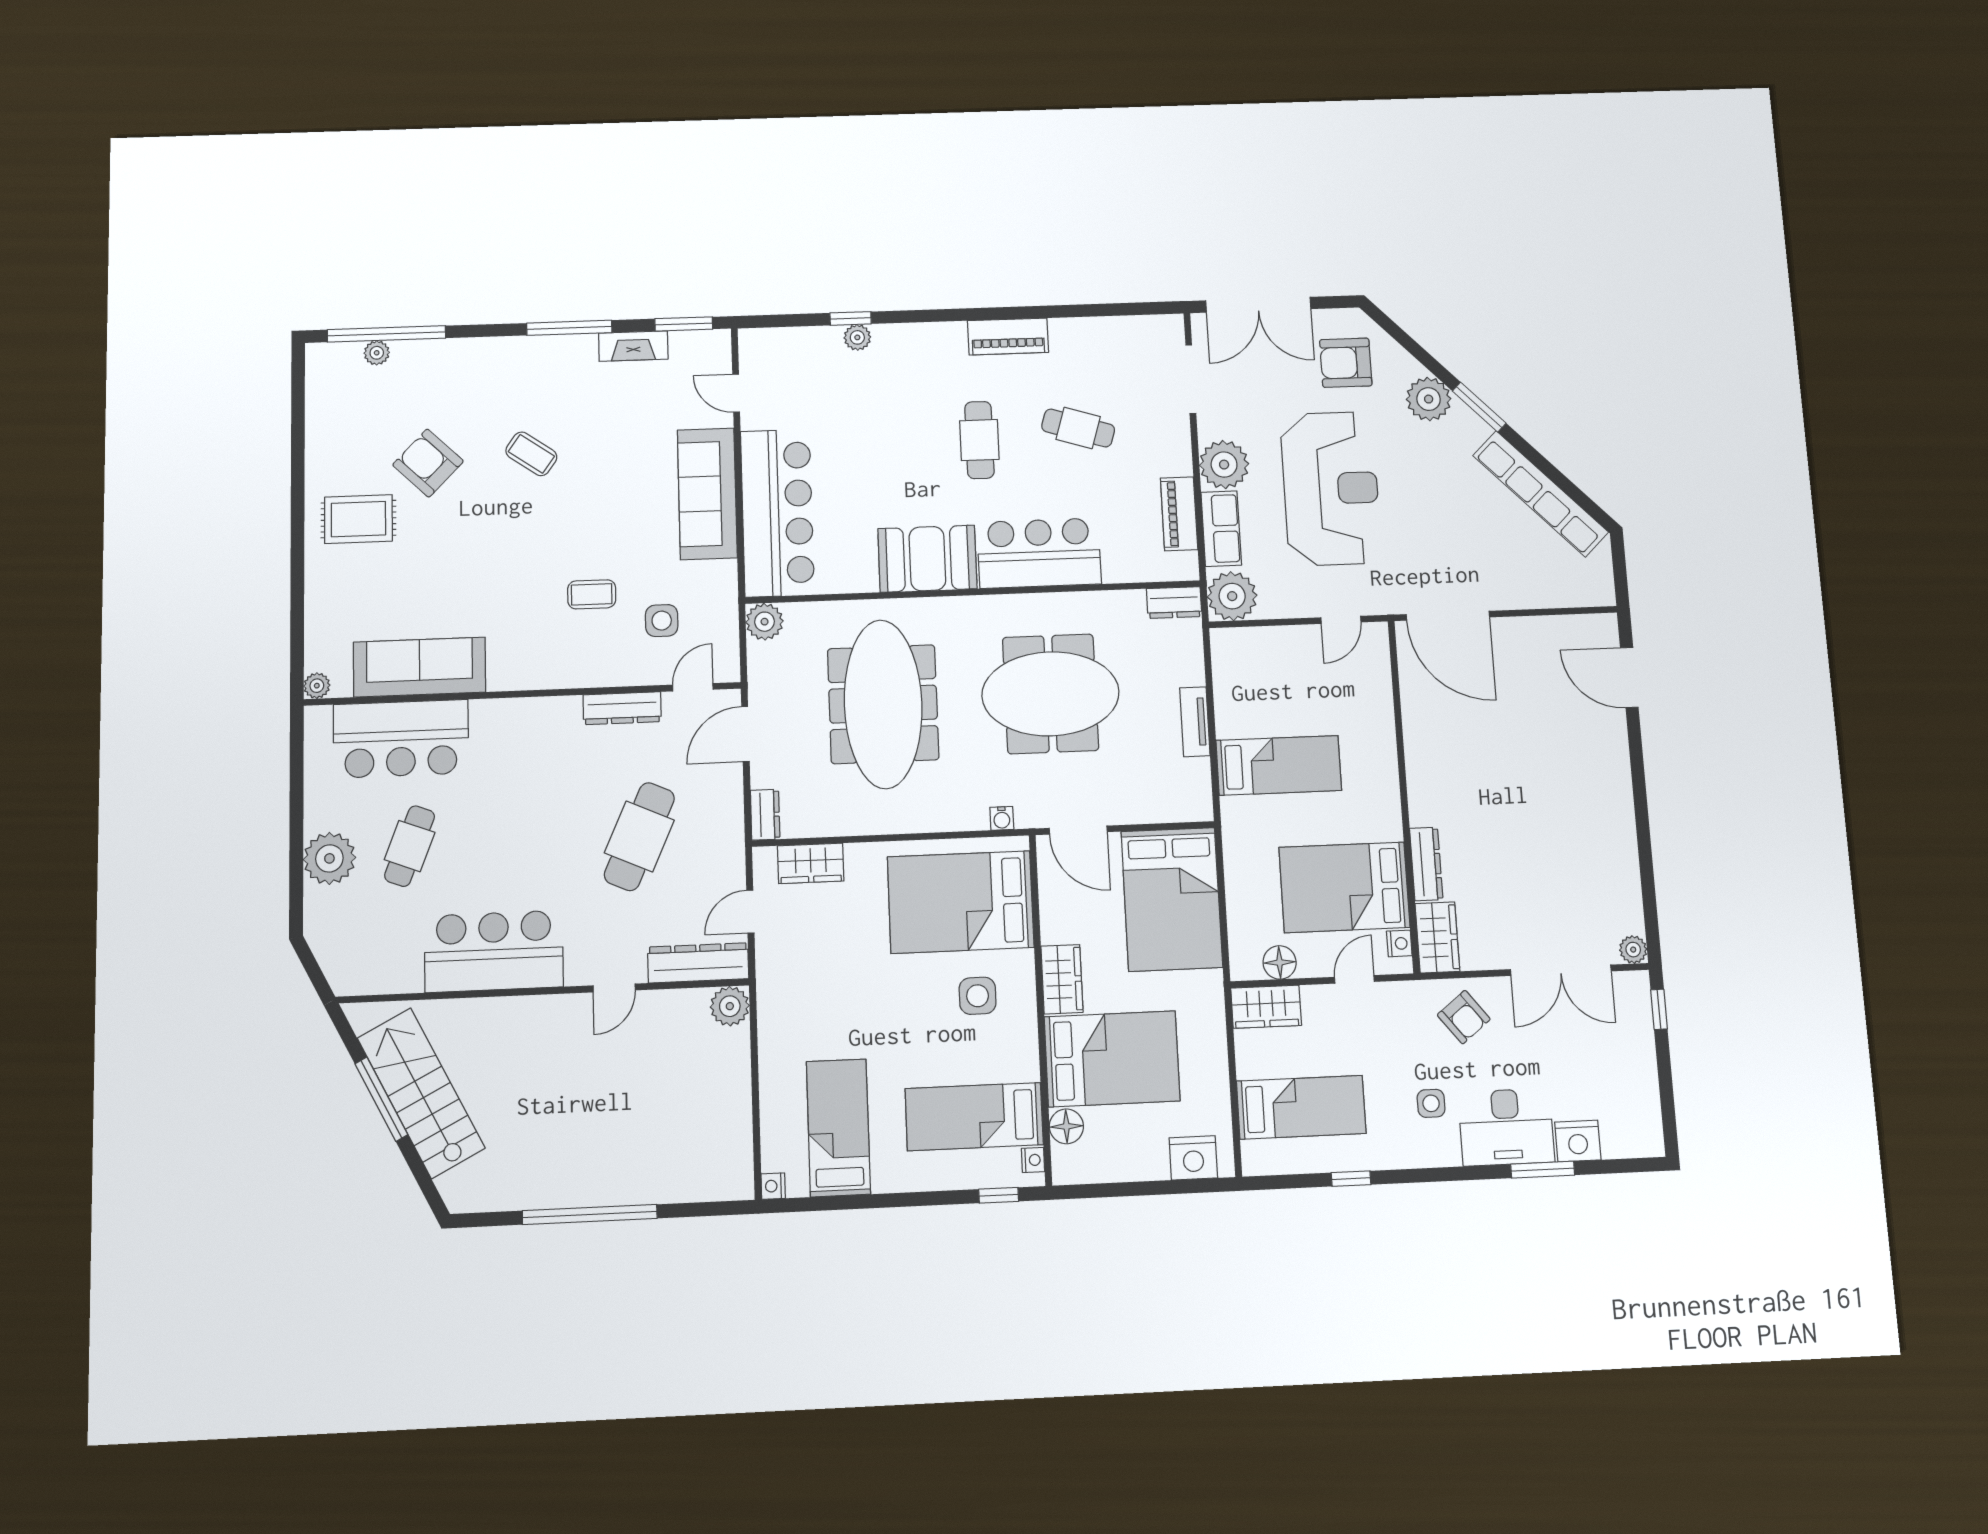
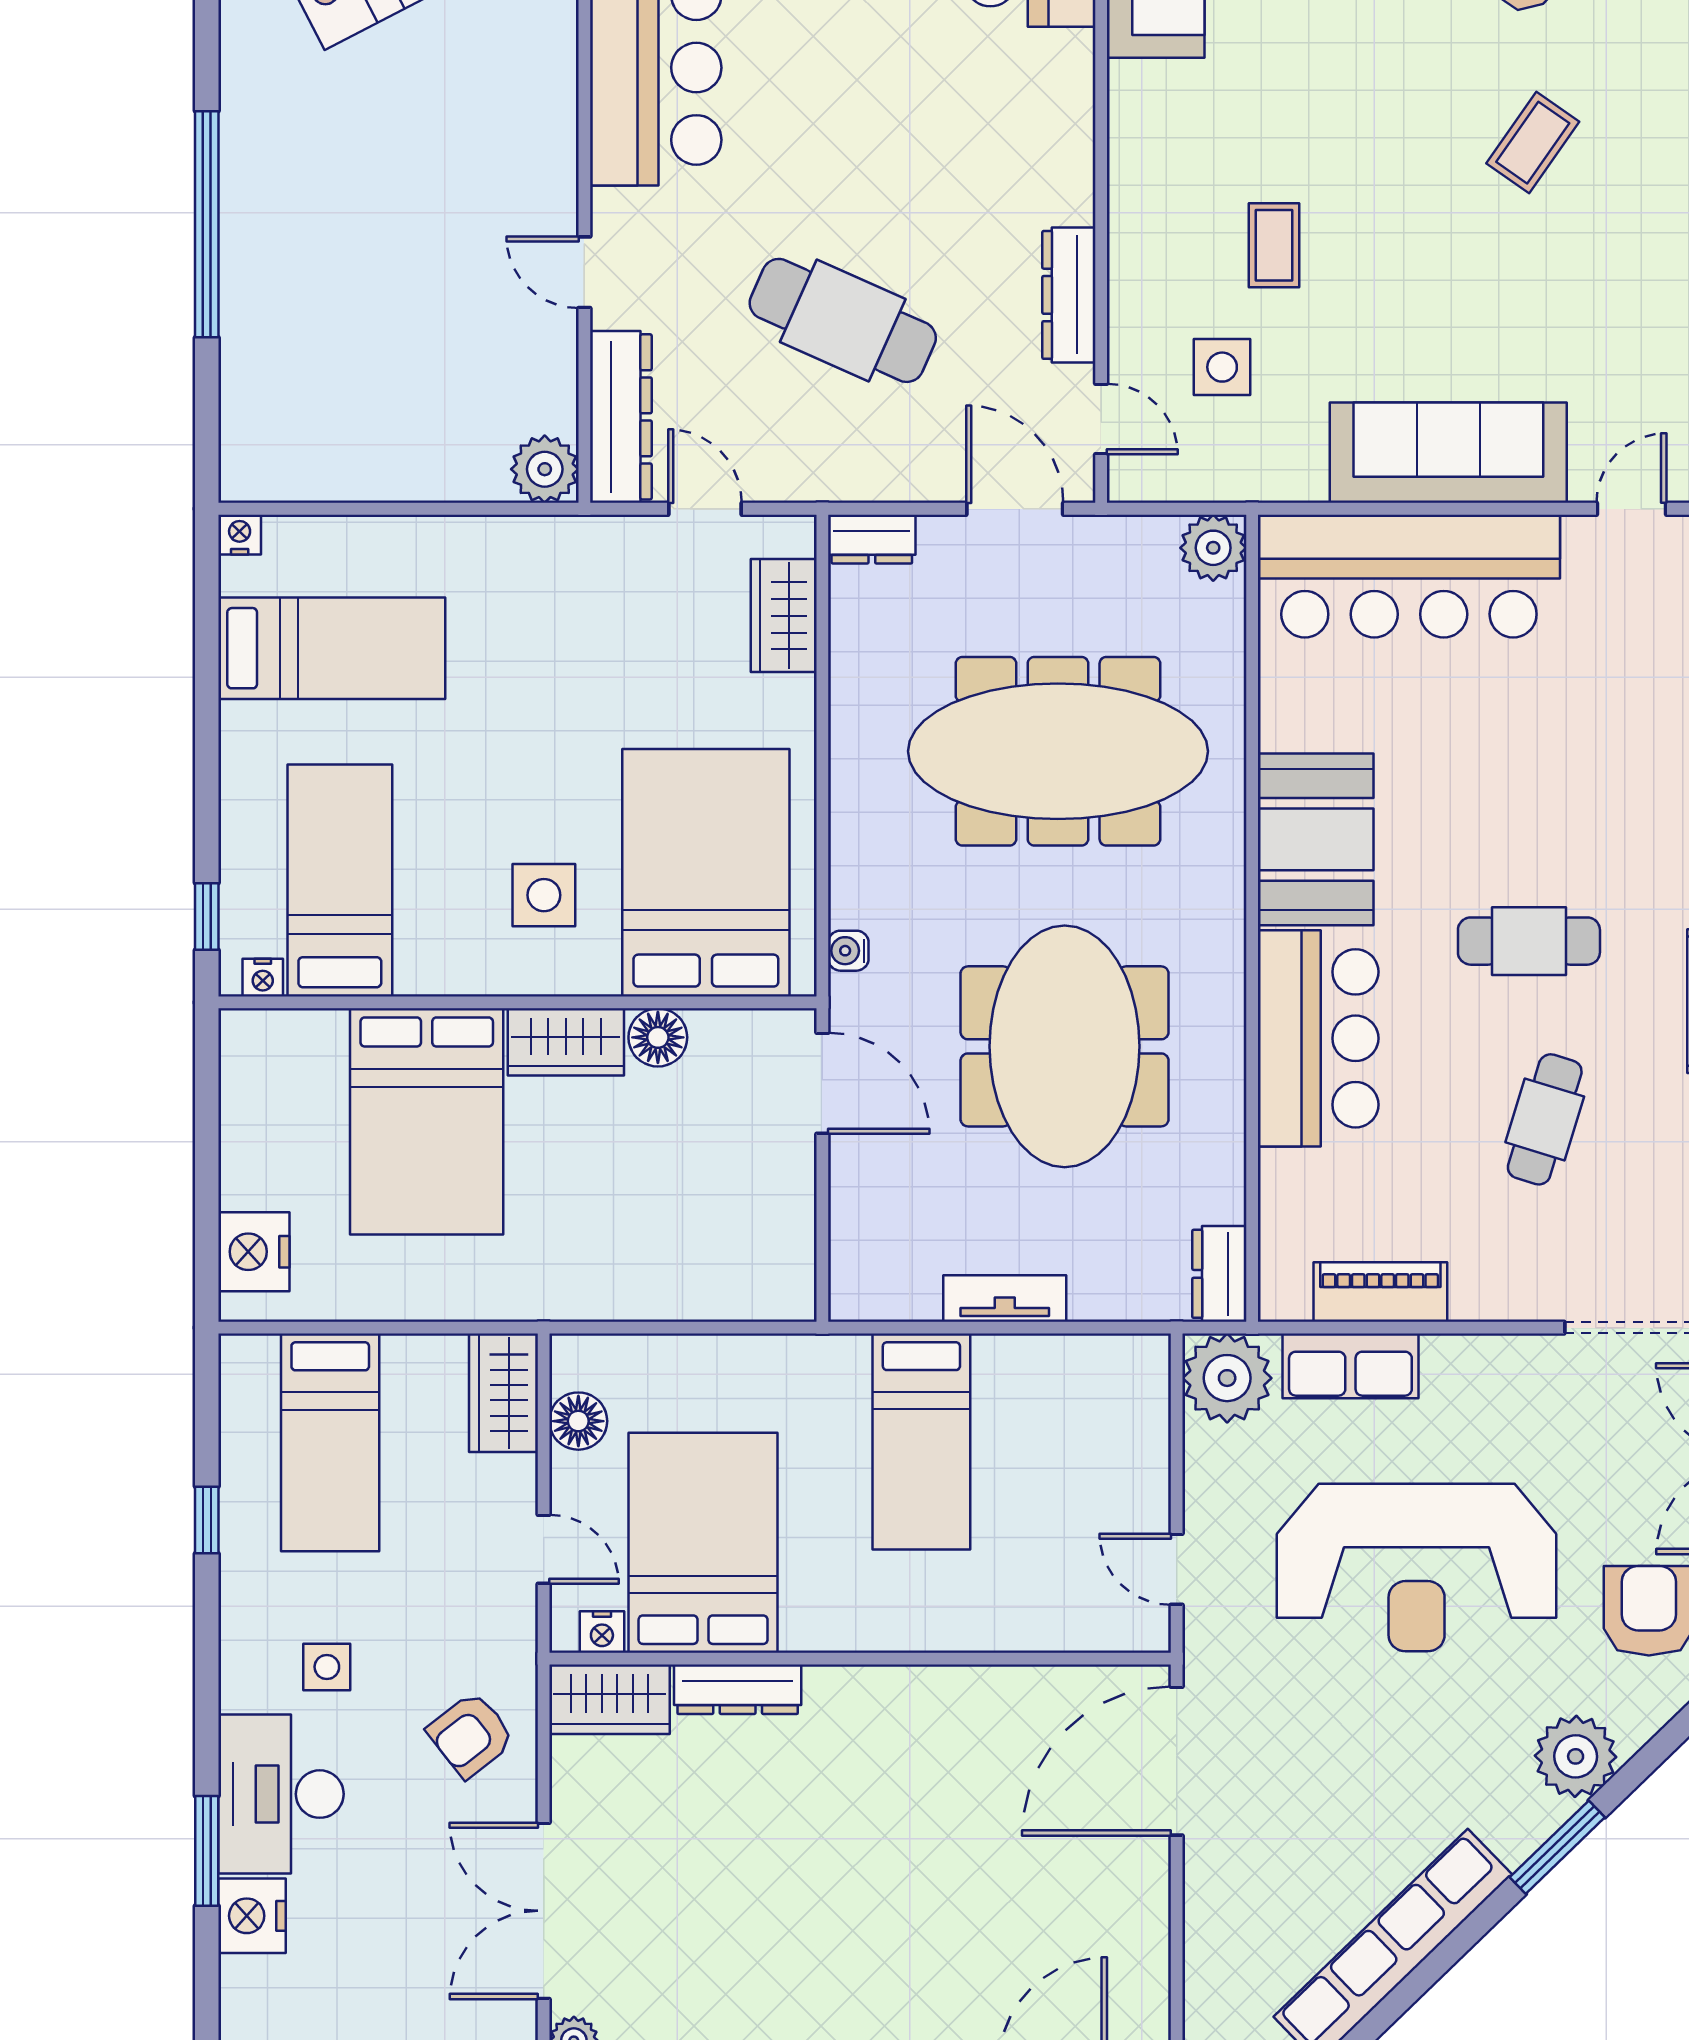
plant: (1224, 465) -> (1468, 1378), removed
door: (1078, 830) -> (822, 1083), swing flipped
bed: (1172, 899) -> (695, 1240), removed
floor lamp: (1066, 1126) -> (658, 1037), moved

